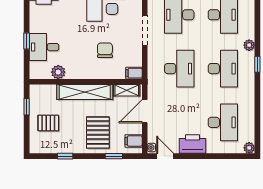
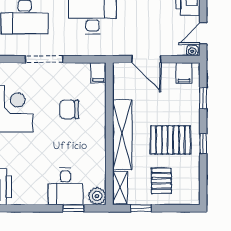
window: (27, 41) -> (73, 208), moved
plant: (58, 72) -> (97, 196), moved
shelving: (127, 90) -> (120, 188), moved
pallet: (98, 133) -> (170, 140), moved
window: (65, 156) -> (203, 143), moved

